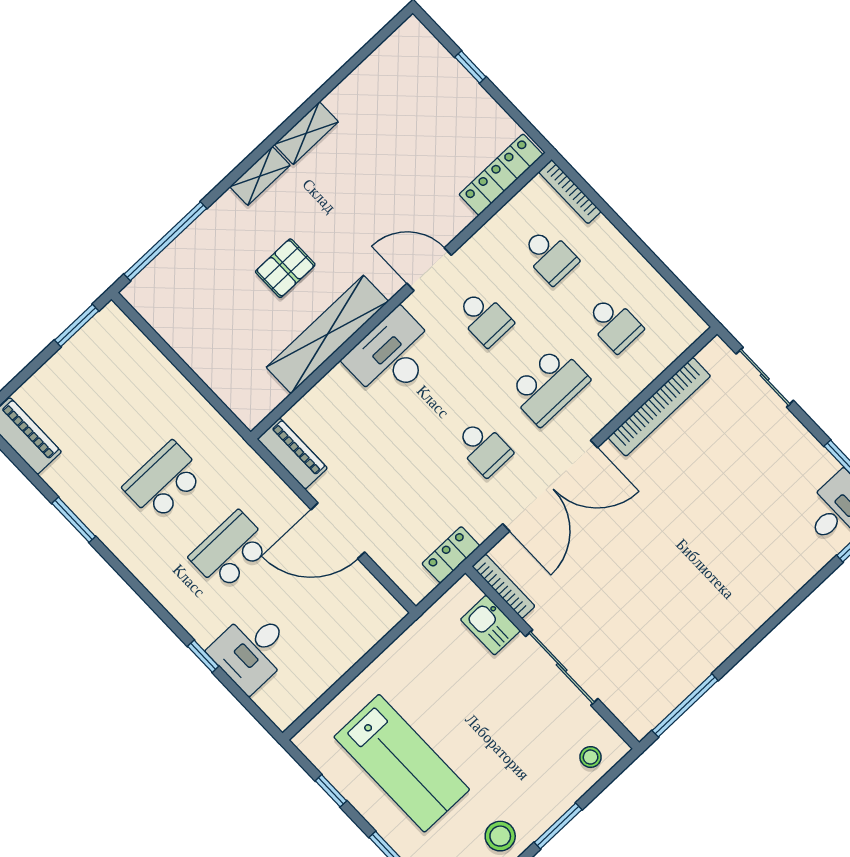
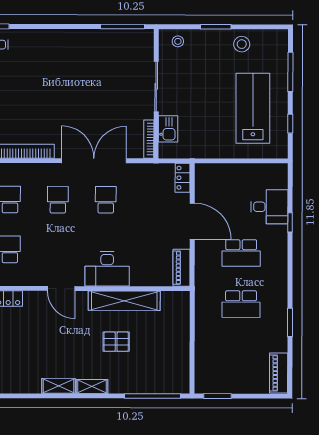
school desk: (484, 318) -> (58, 249), removed
school desk: (549, 386) -> (58, 200), width x0.54
locker: (451, 555) -> (183, 178), moved, turned 90

